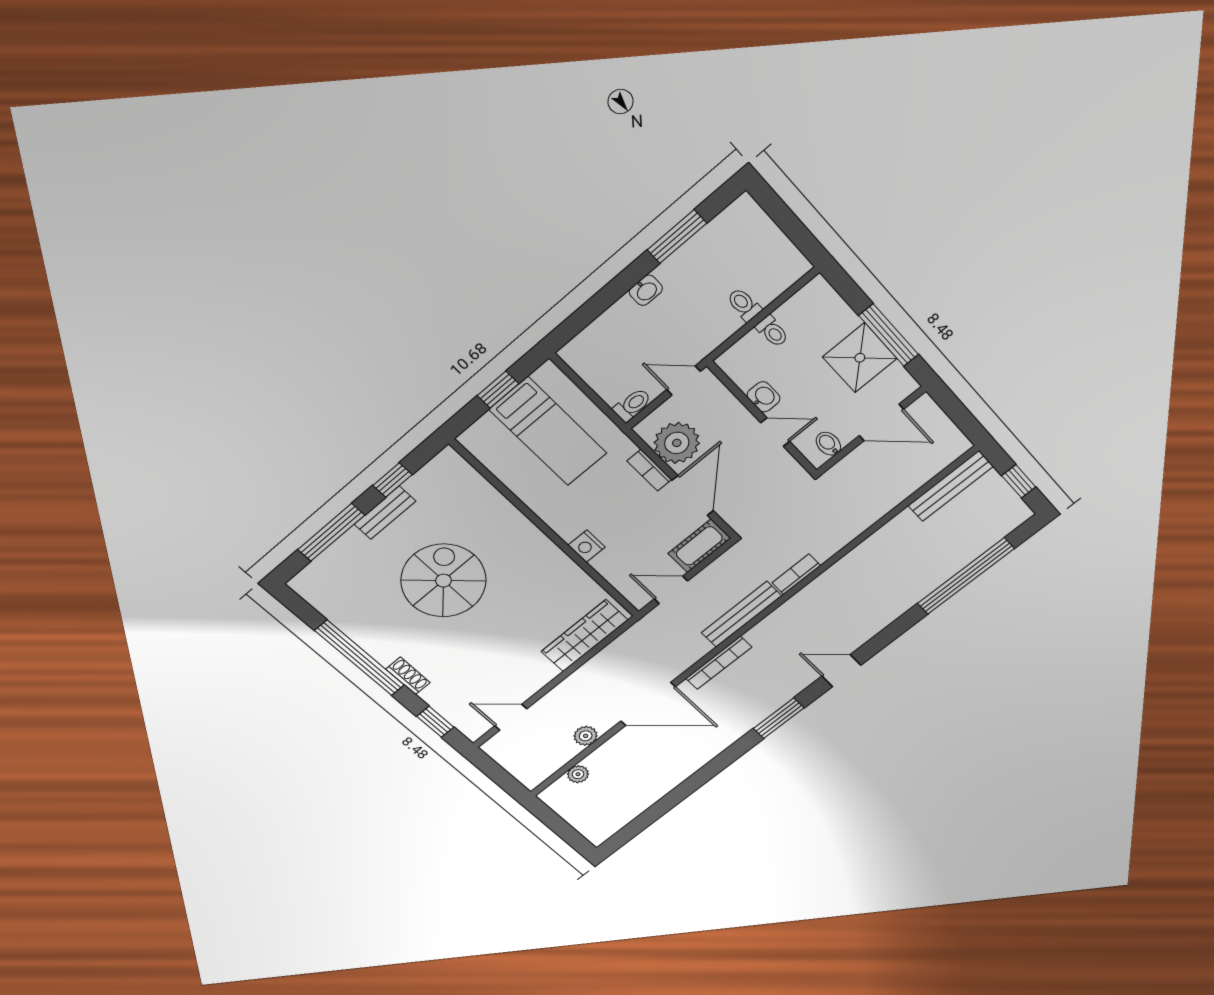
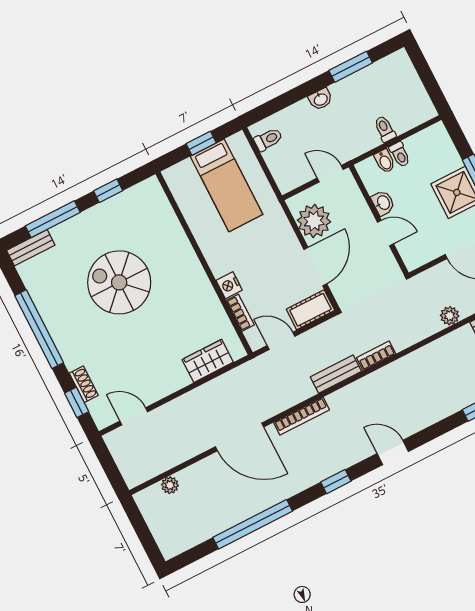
toilet: (632, 405) -> (268, 139), moved
bidet: (828, 444) -> (385, 161), moved, turned 180
bookcase: (649, 470) -> (240, 313), moved, turned 180
bench: (385, 513) -> (31, 248), moved
spiral stairs: (443, 581) -> (119, 282), turned -90
bench: (741, 614) -> (336, 374), width x0.73
wardrobe: (584, 636) -> (208, 361), width x0.67
shoe rack: (408, 676) -> (84, 384), moved
window: (779, 718) -> (336, 482), width x0.67
plant: (586, 736) -> (450, 316), moved
window: (689, 786) -> (253, 524), added

